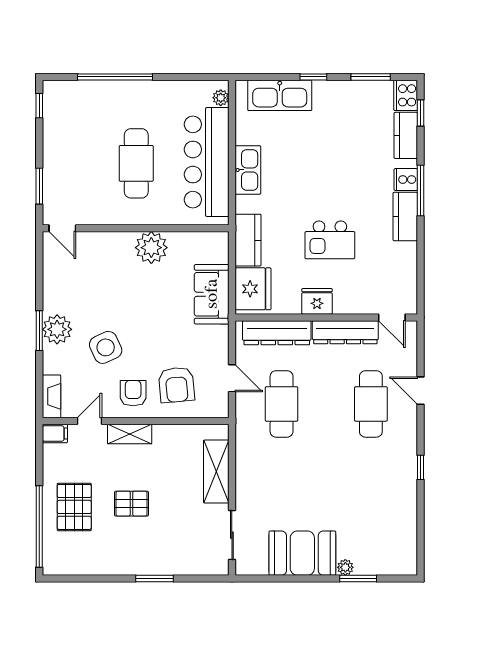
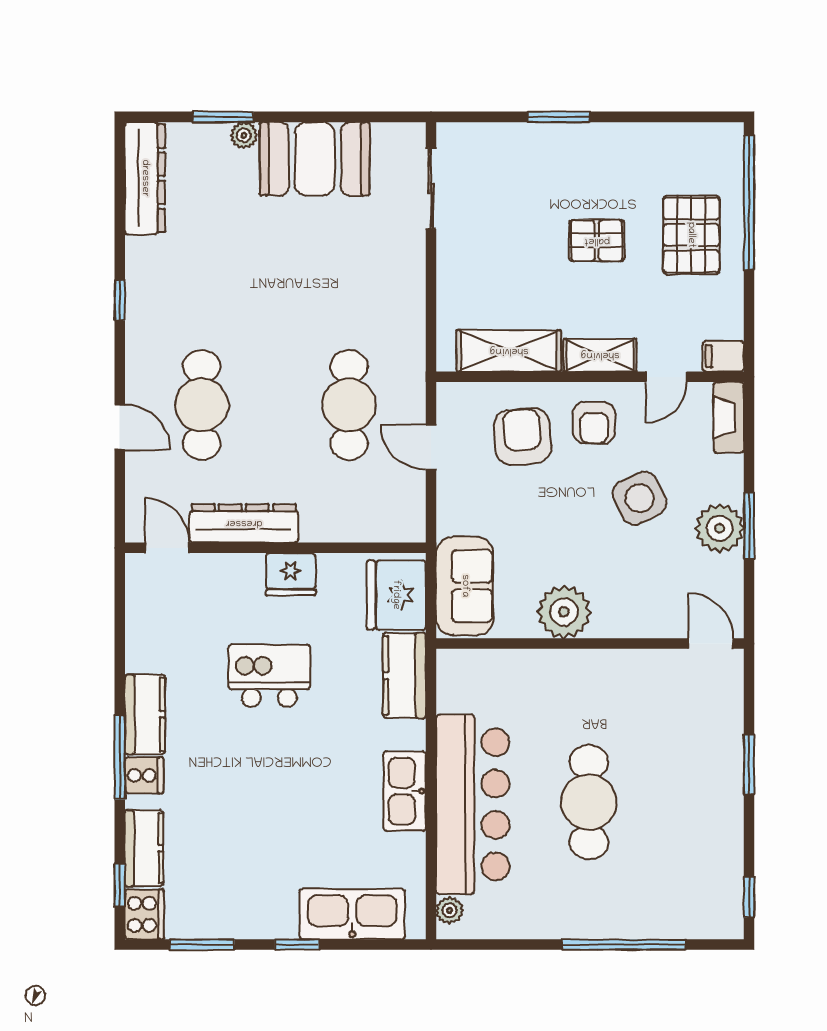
door: (62, 228) -> (711, 644), moved
wall: (136, 228) -> (590, 644), moved
plant: (151, 248) -> (564, 612), moved
dresser: (277, 333) -> (145, 178), moved, turned 90
shelving: (216, 472) -> (509, 351), moved, turned 90

